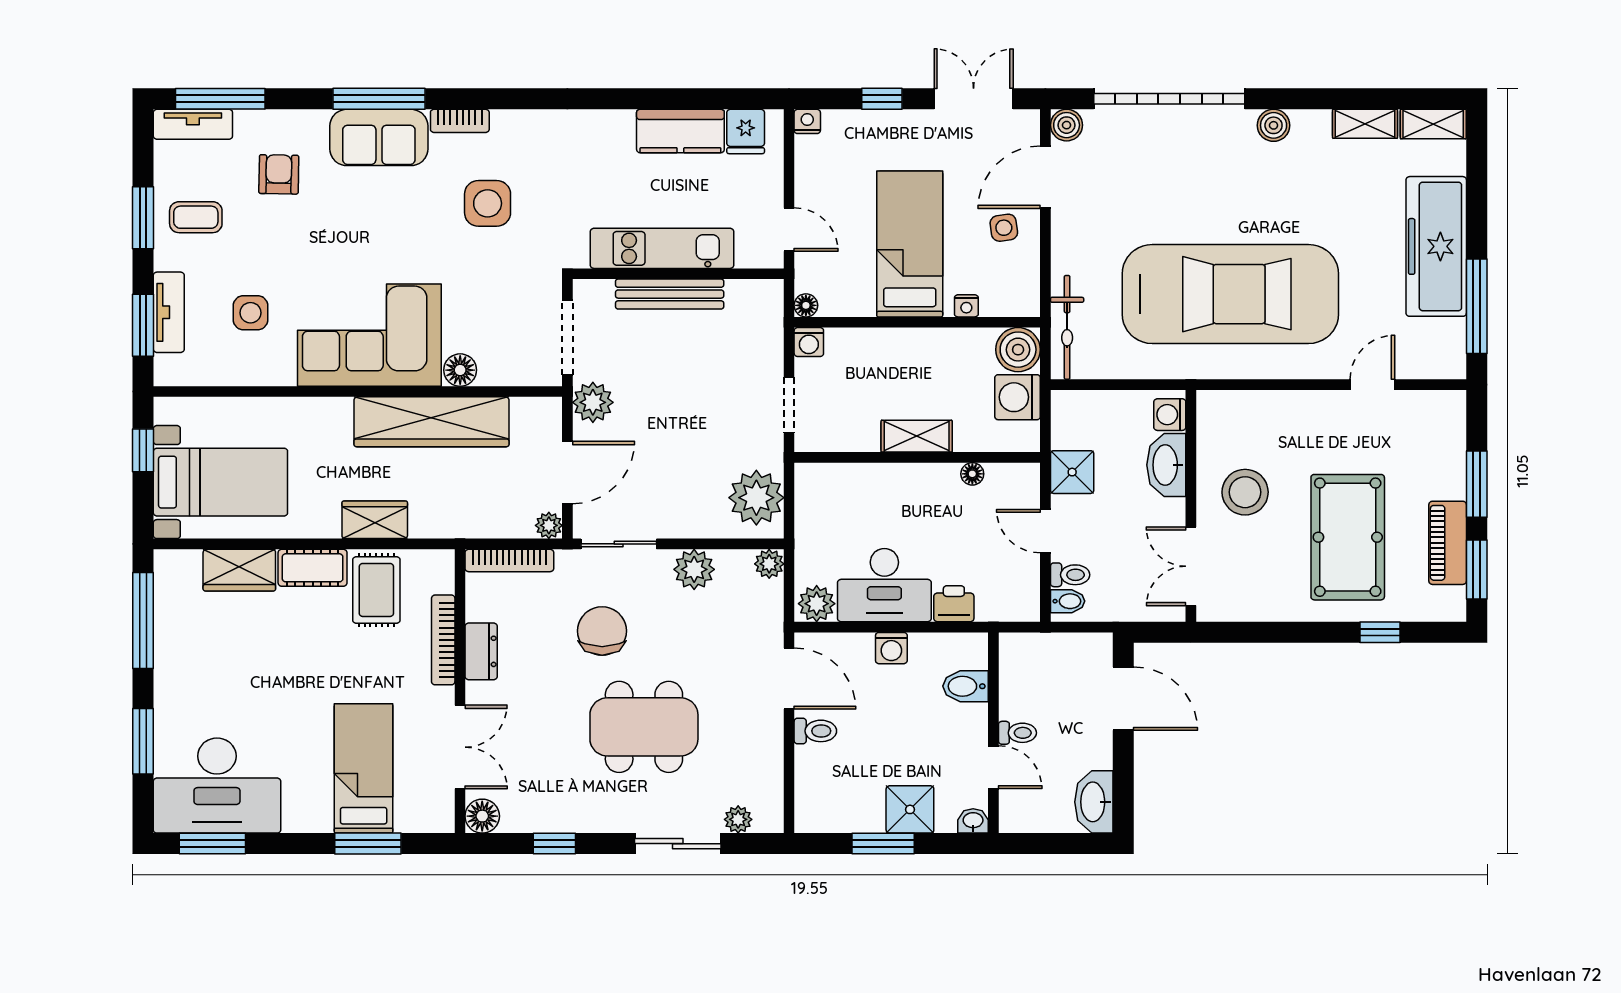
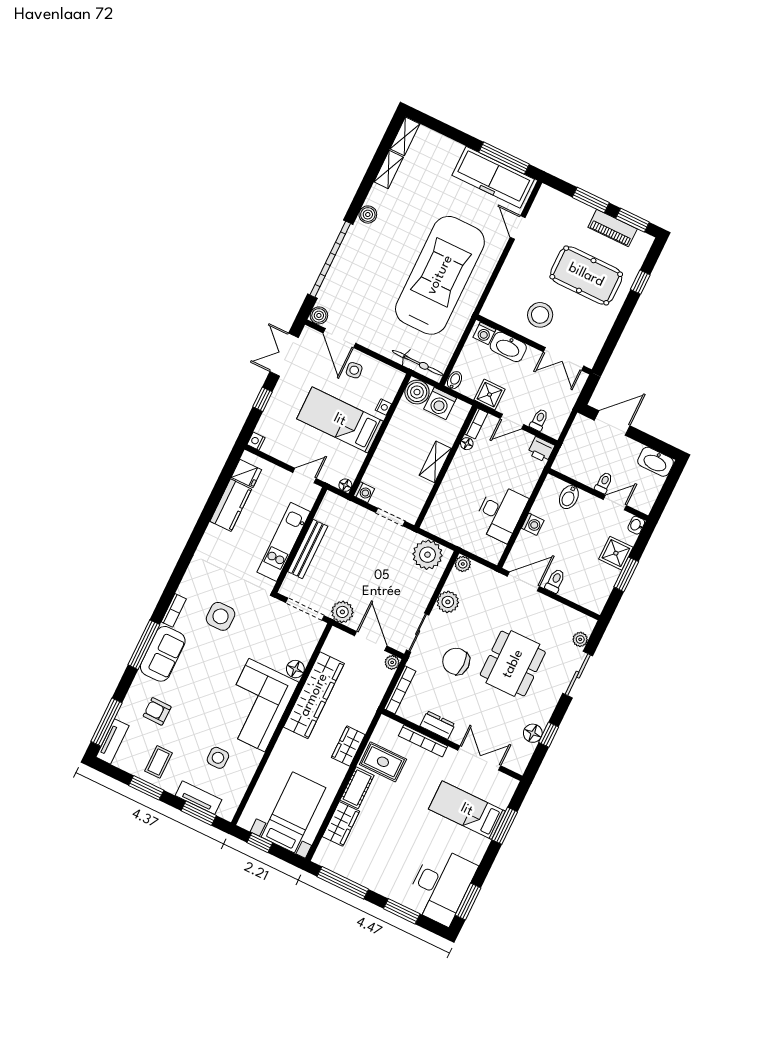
freezer: (1436, 246) -> (493, 177), moved
bookcase: (1013, 473) -> (476, 424), added
bidet: (1068, 601) -> (454, 380), moved
plant: (817, 604) -> (493, 550), removed
printer: (954, 604) -> (541, 450), moved, turned -90
floor lamp: (482, 816) -> (533, 733), moved

